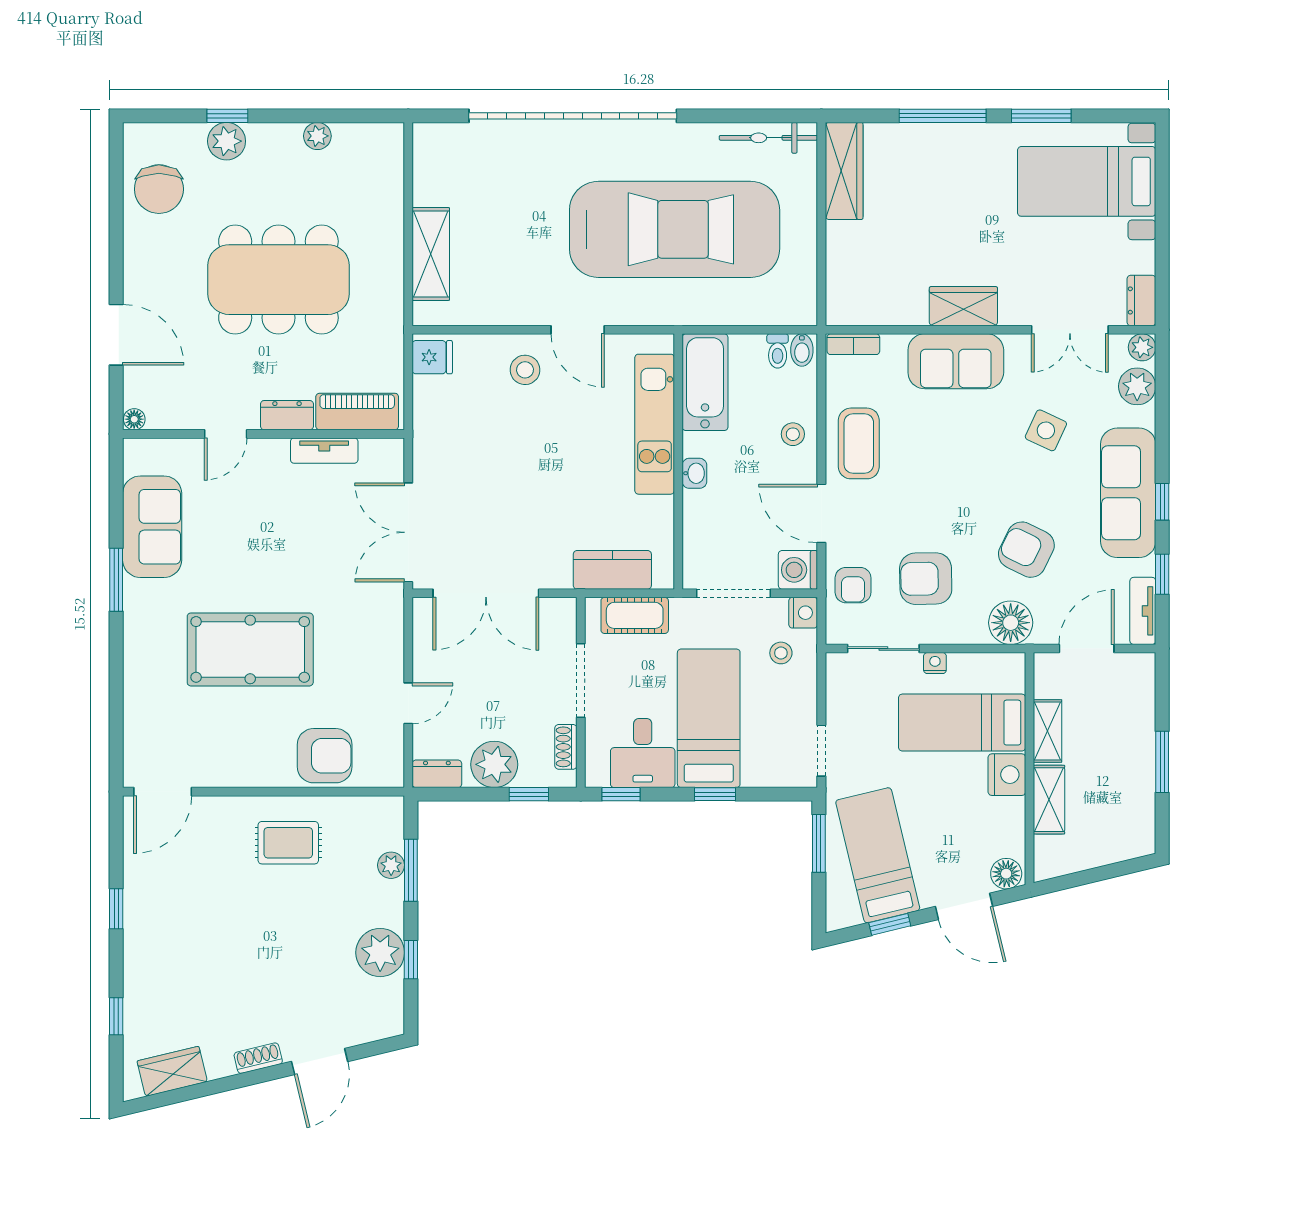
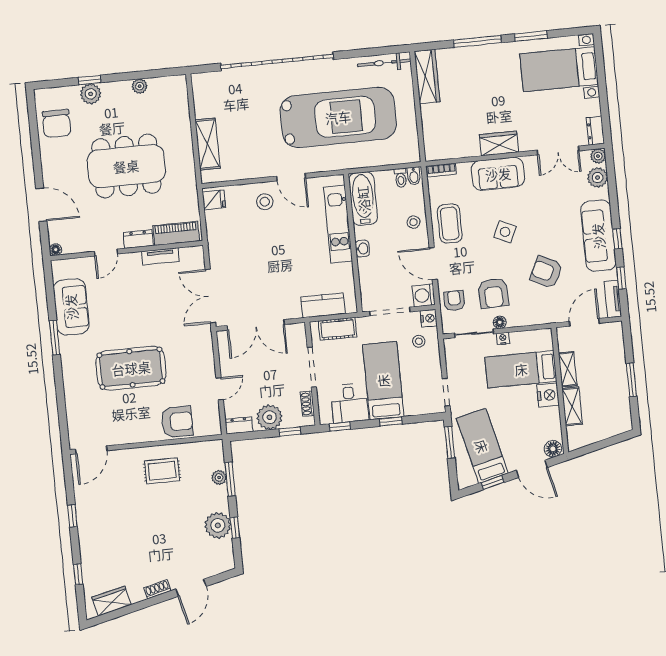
side table: (1046, 430) -> (505, 232), moved
armchair: (926, 579) -> (493, 293), turned -91
armchair: (853, 585) -> (454, 301), turned 180
floor lamp: (1011, 623) -> (500, 322), moved, width x0.53, depth x0.53

